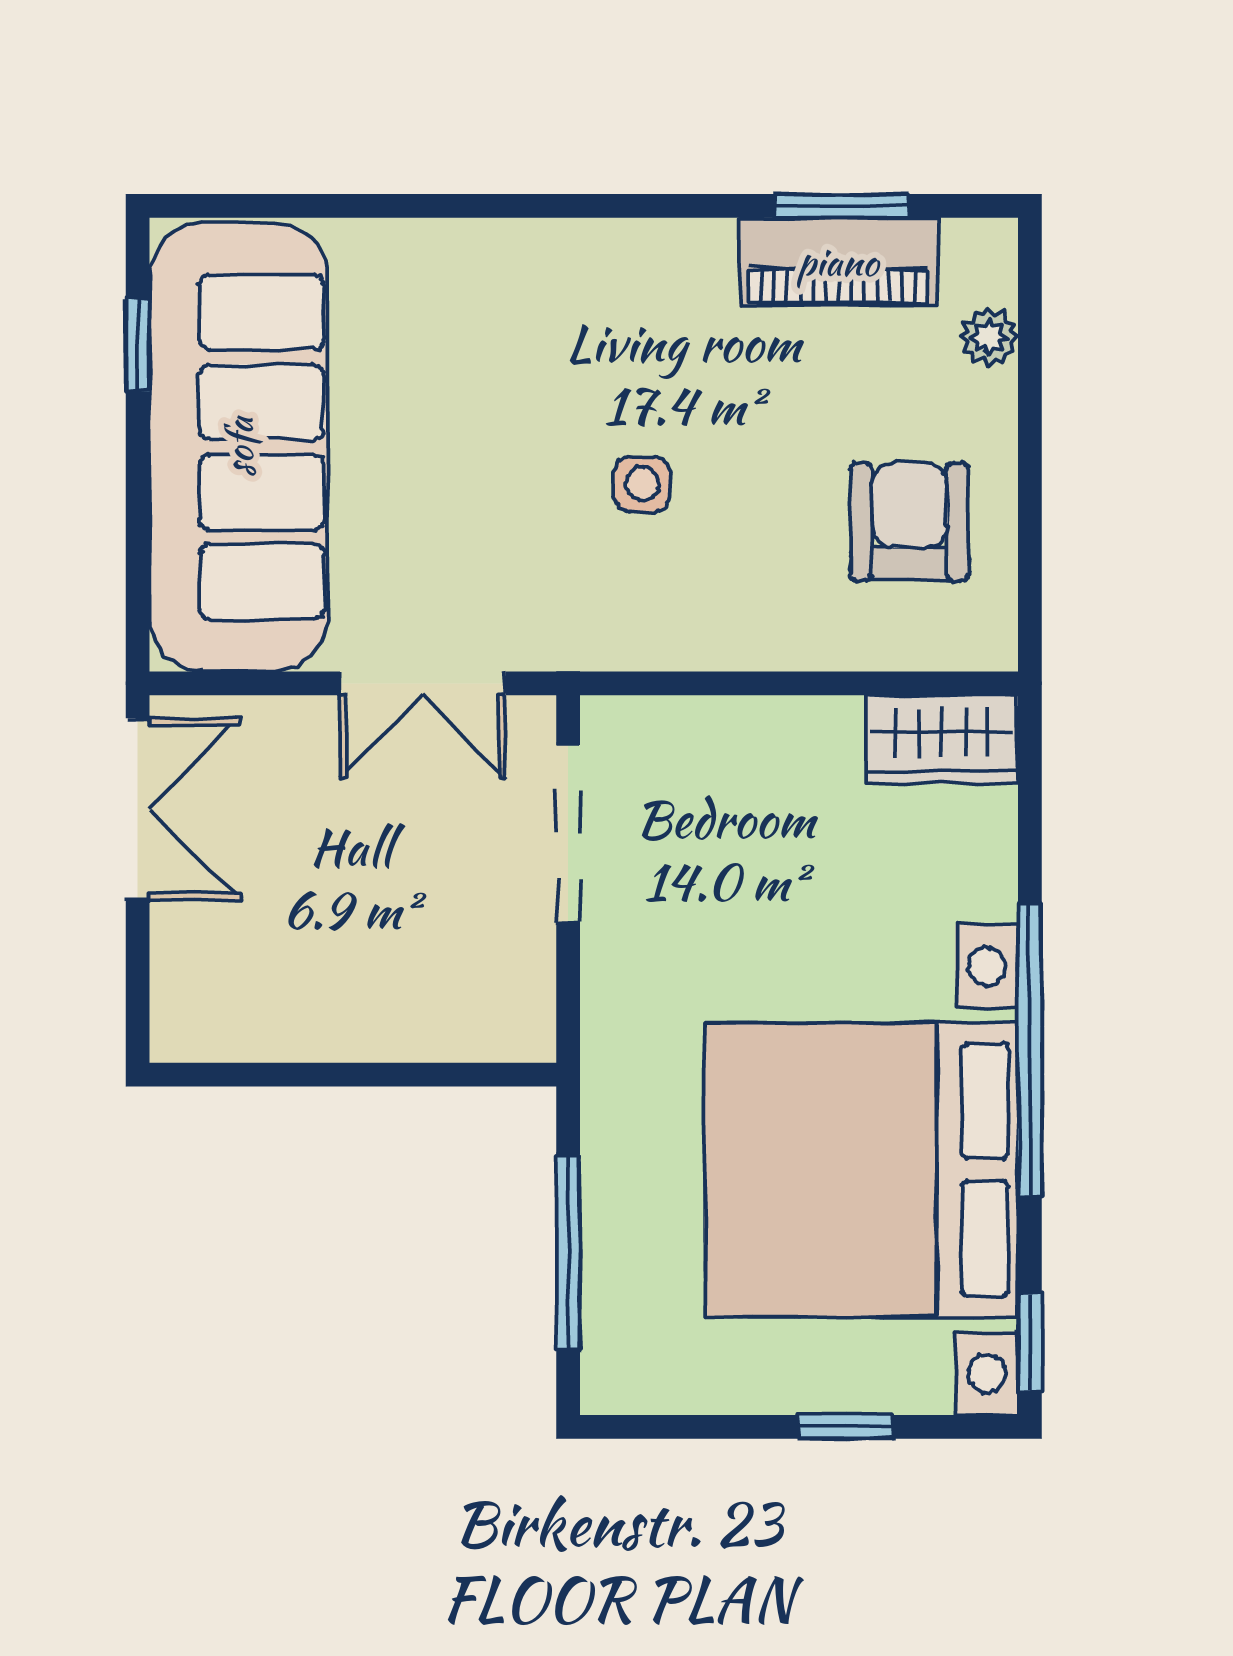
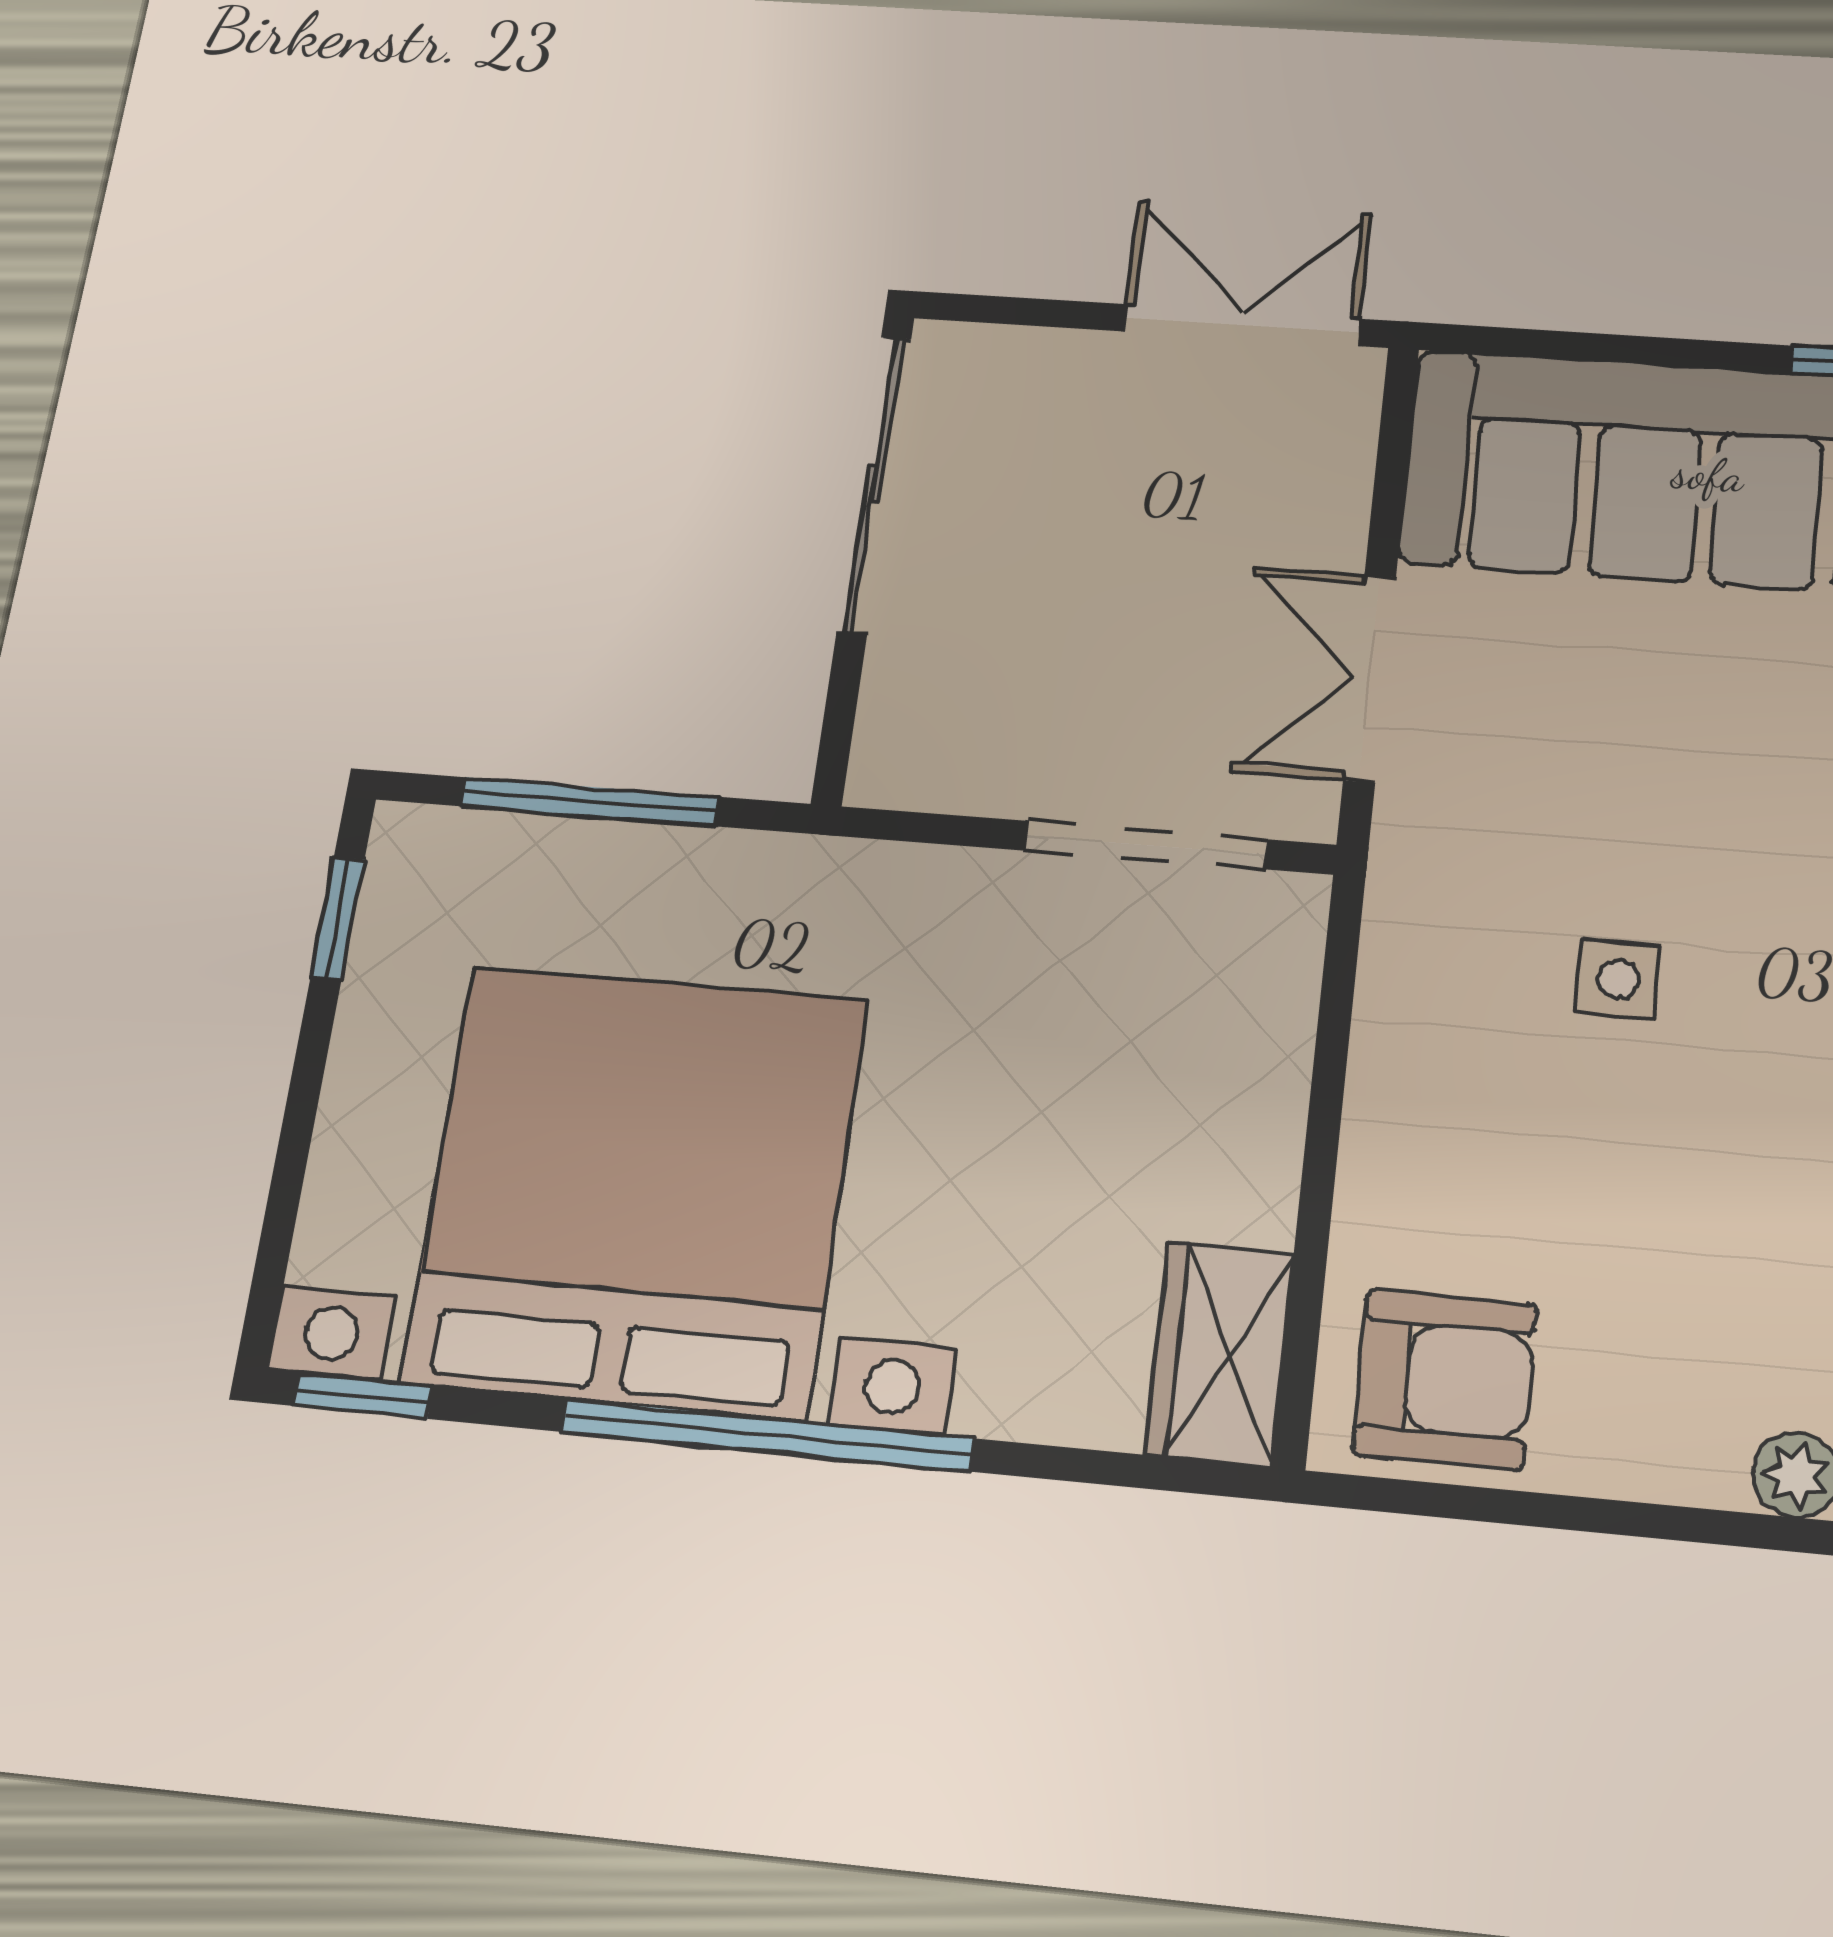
armchair: (910, 522) -> (1445, 1379), moved
double door: (138, 809) -> (1241, 325), swing flipped
sliding door: (292, 1075) -> (874, 484), added
window: (846, 1427) -> (338, 918), moved

